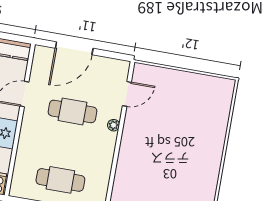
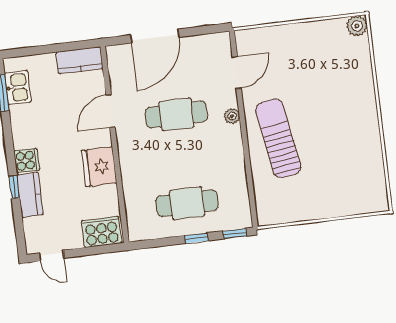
plant: (227, 86) -> (357, 26), added
sun lounger: (143, 152) -> (278, 138), added

